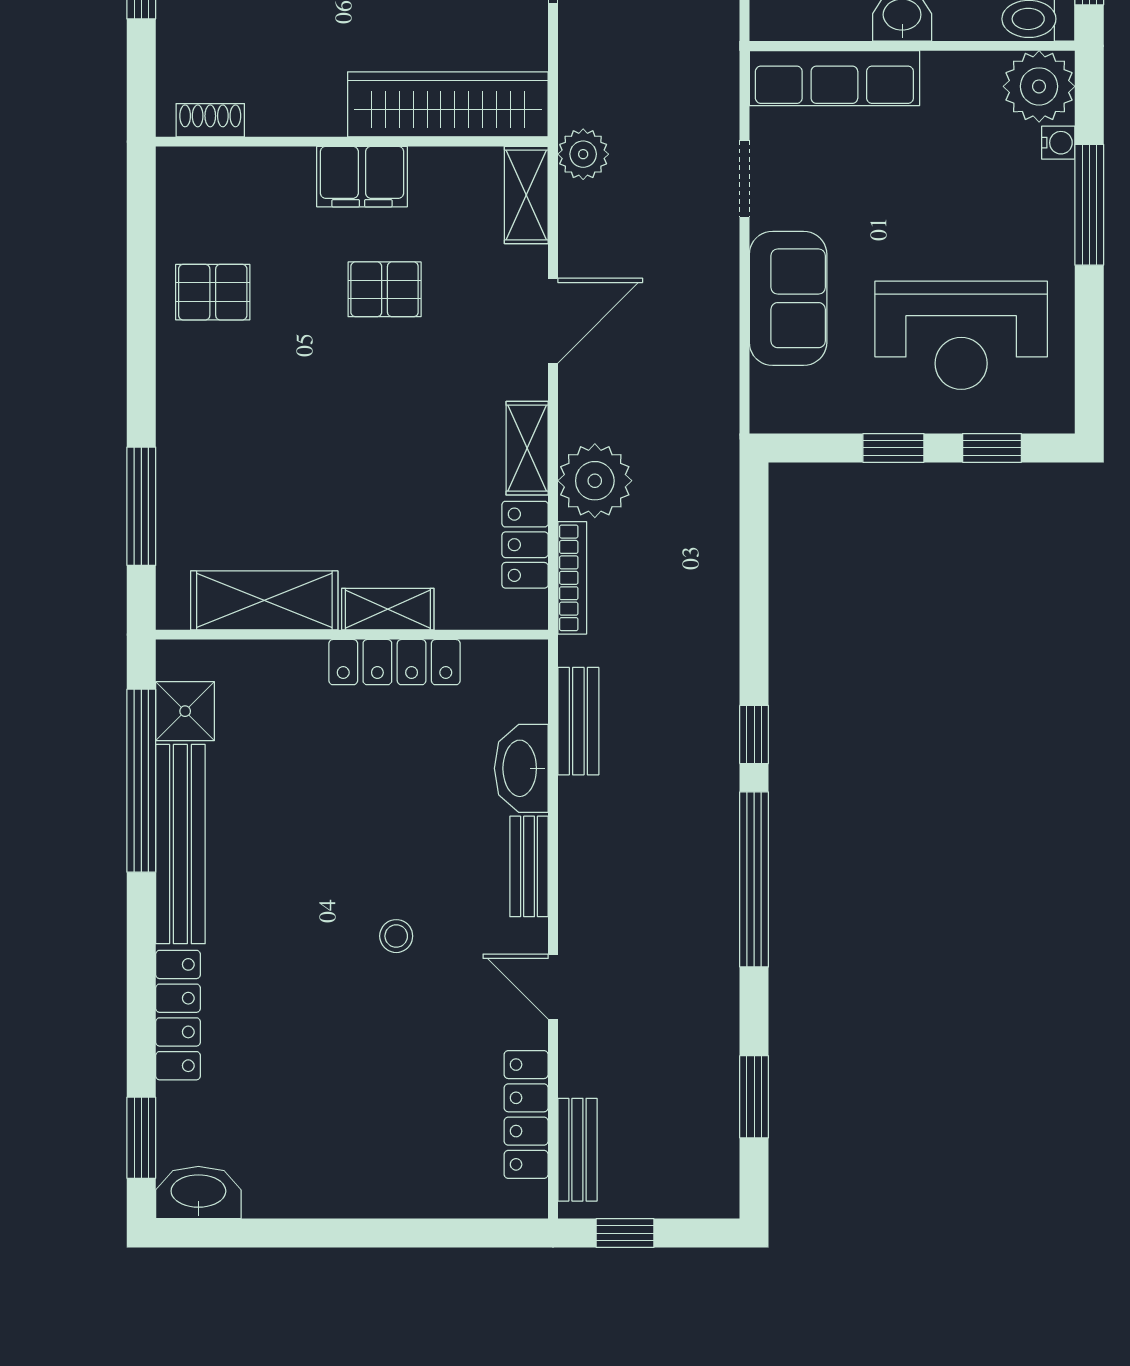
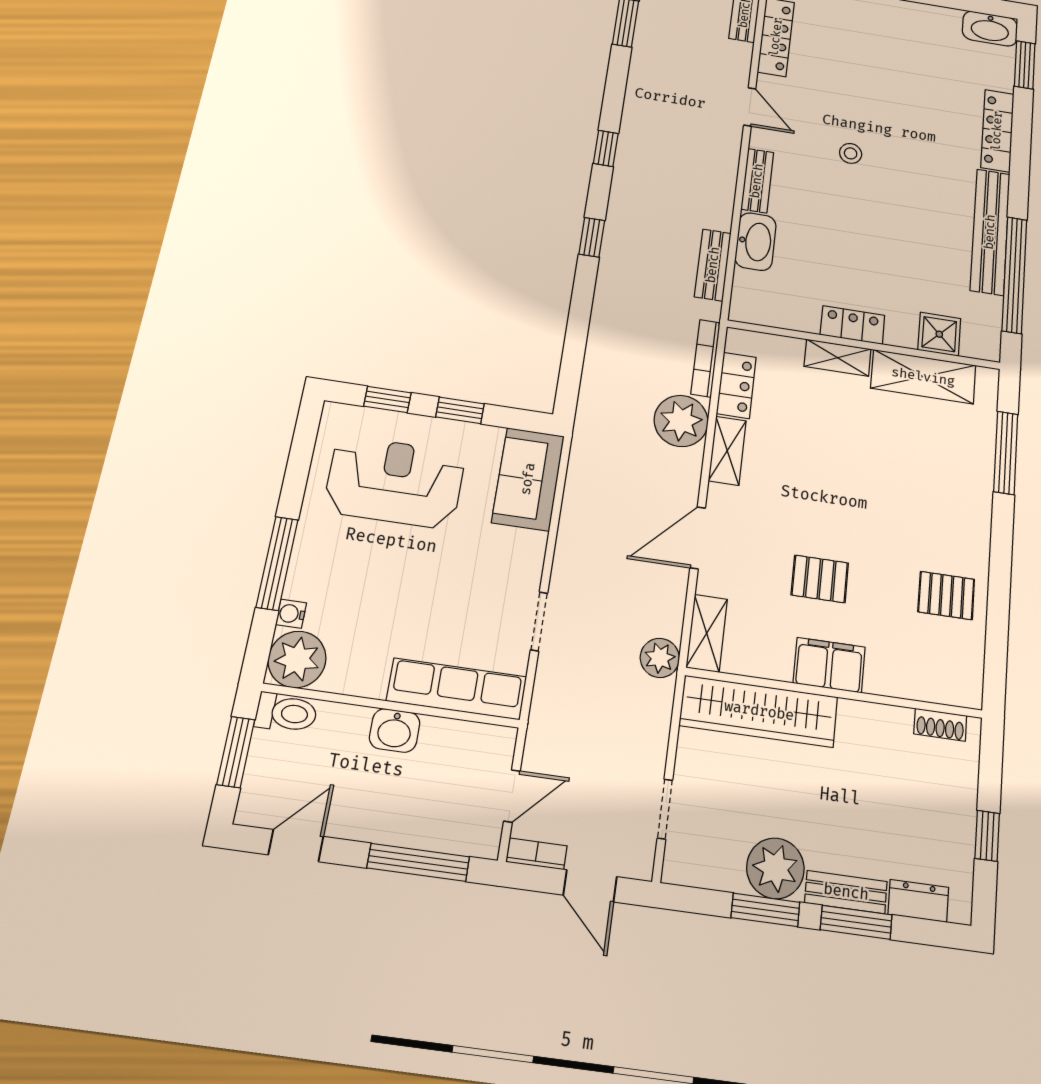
sofa: (788, 298) -> (528, 479), moved
locker: (394, 662) -> (852, 325), width x0.66
shower: (185, 711) -> (939, 334), moved
window: (754, 879) -> (606, 148), width x0.32

